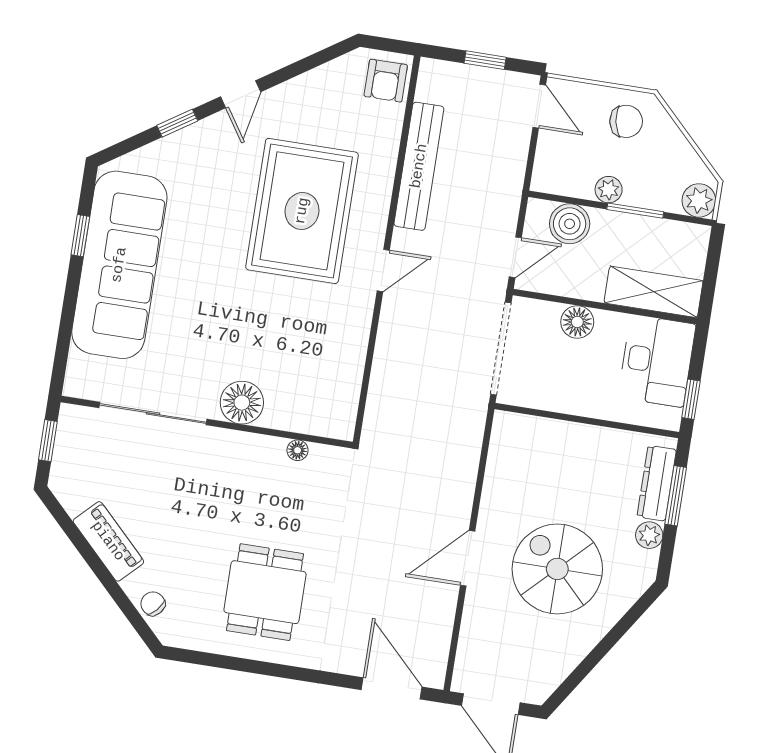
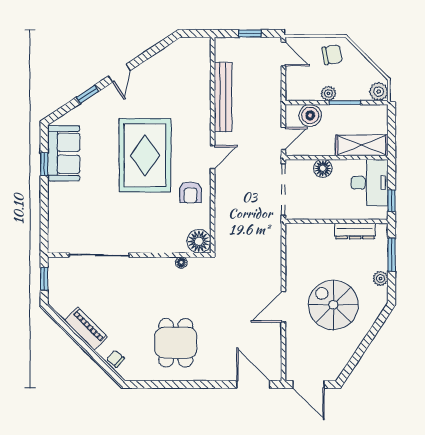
armchair: (386, 81) -> (190, 192), moved
rug: (302, 211) -> (145, 155), moved
sofa: (119, 265) -> (64, 153), width x0.54, depth x0.79
floor lamp: (242, 403) -> (199, 241), moved
dresser: (657, 483) -> (355, 231), moved, turned -90

